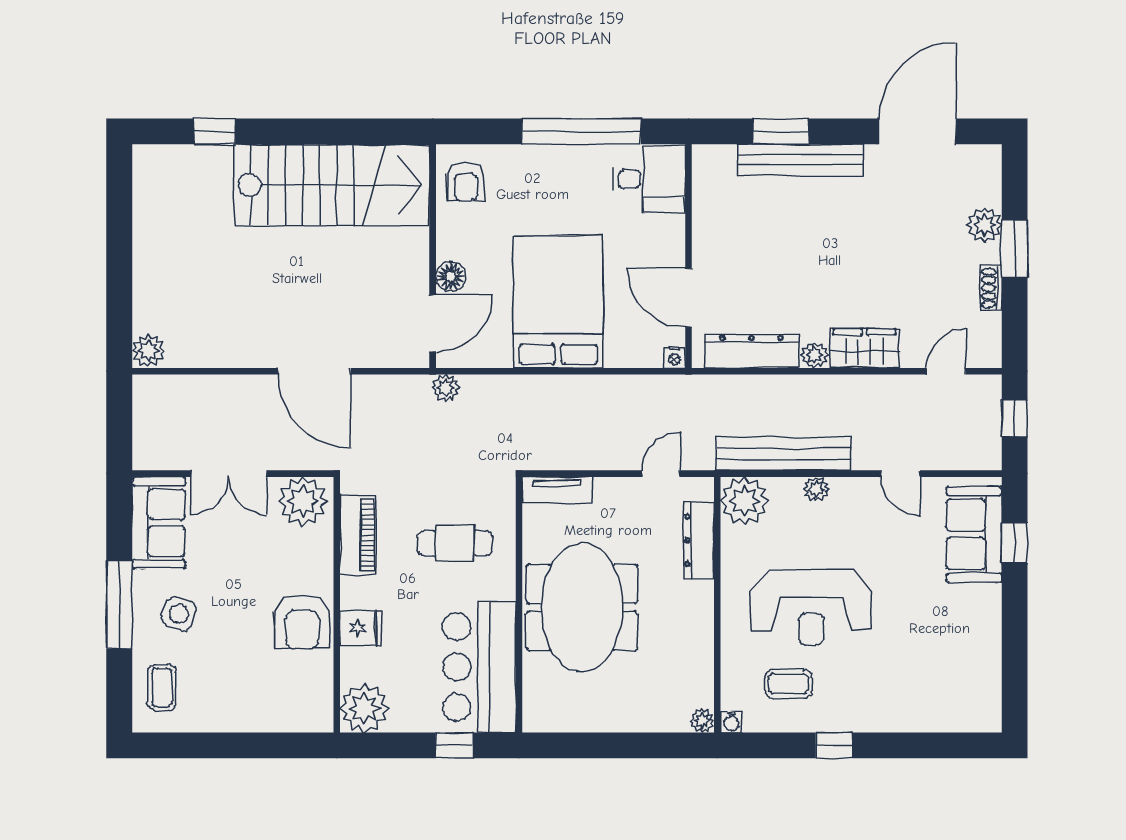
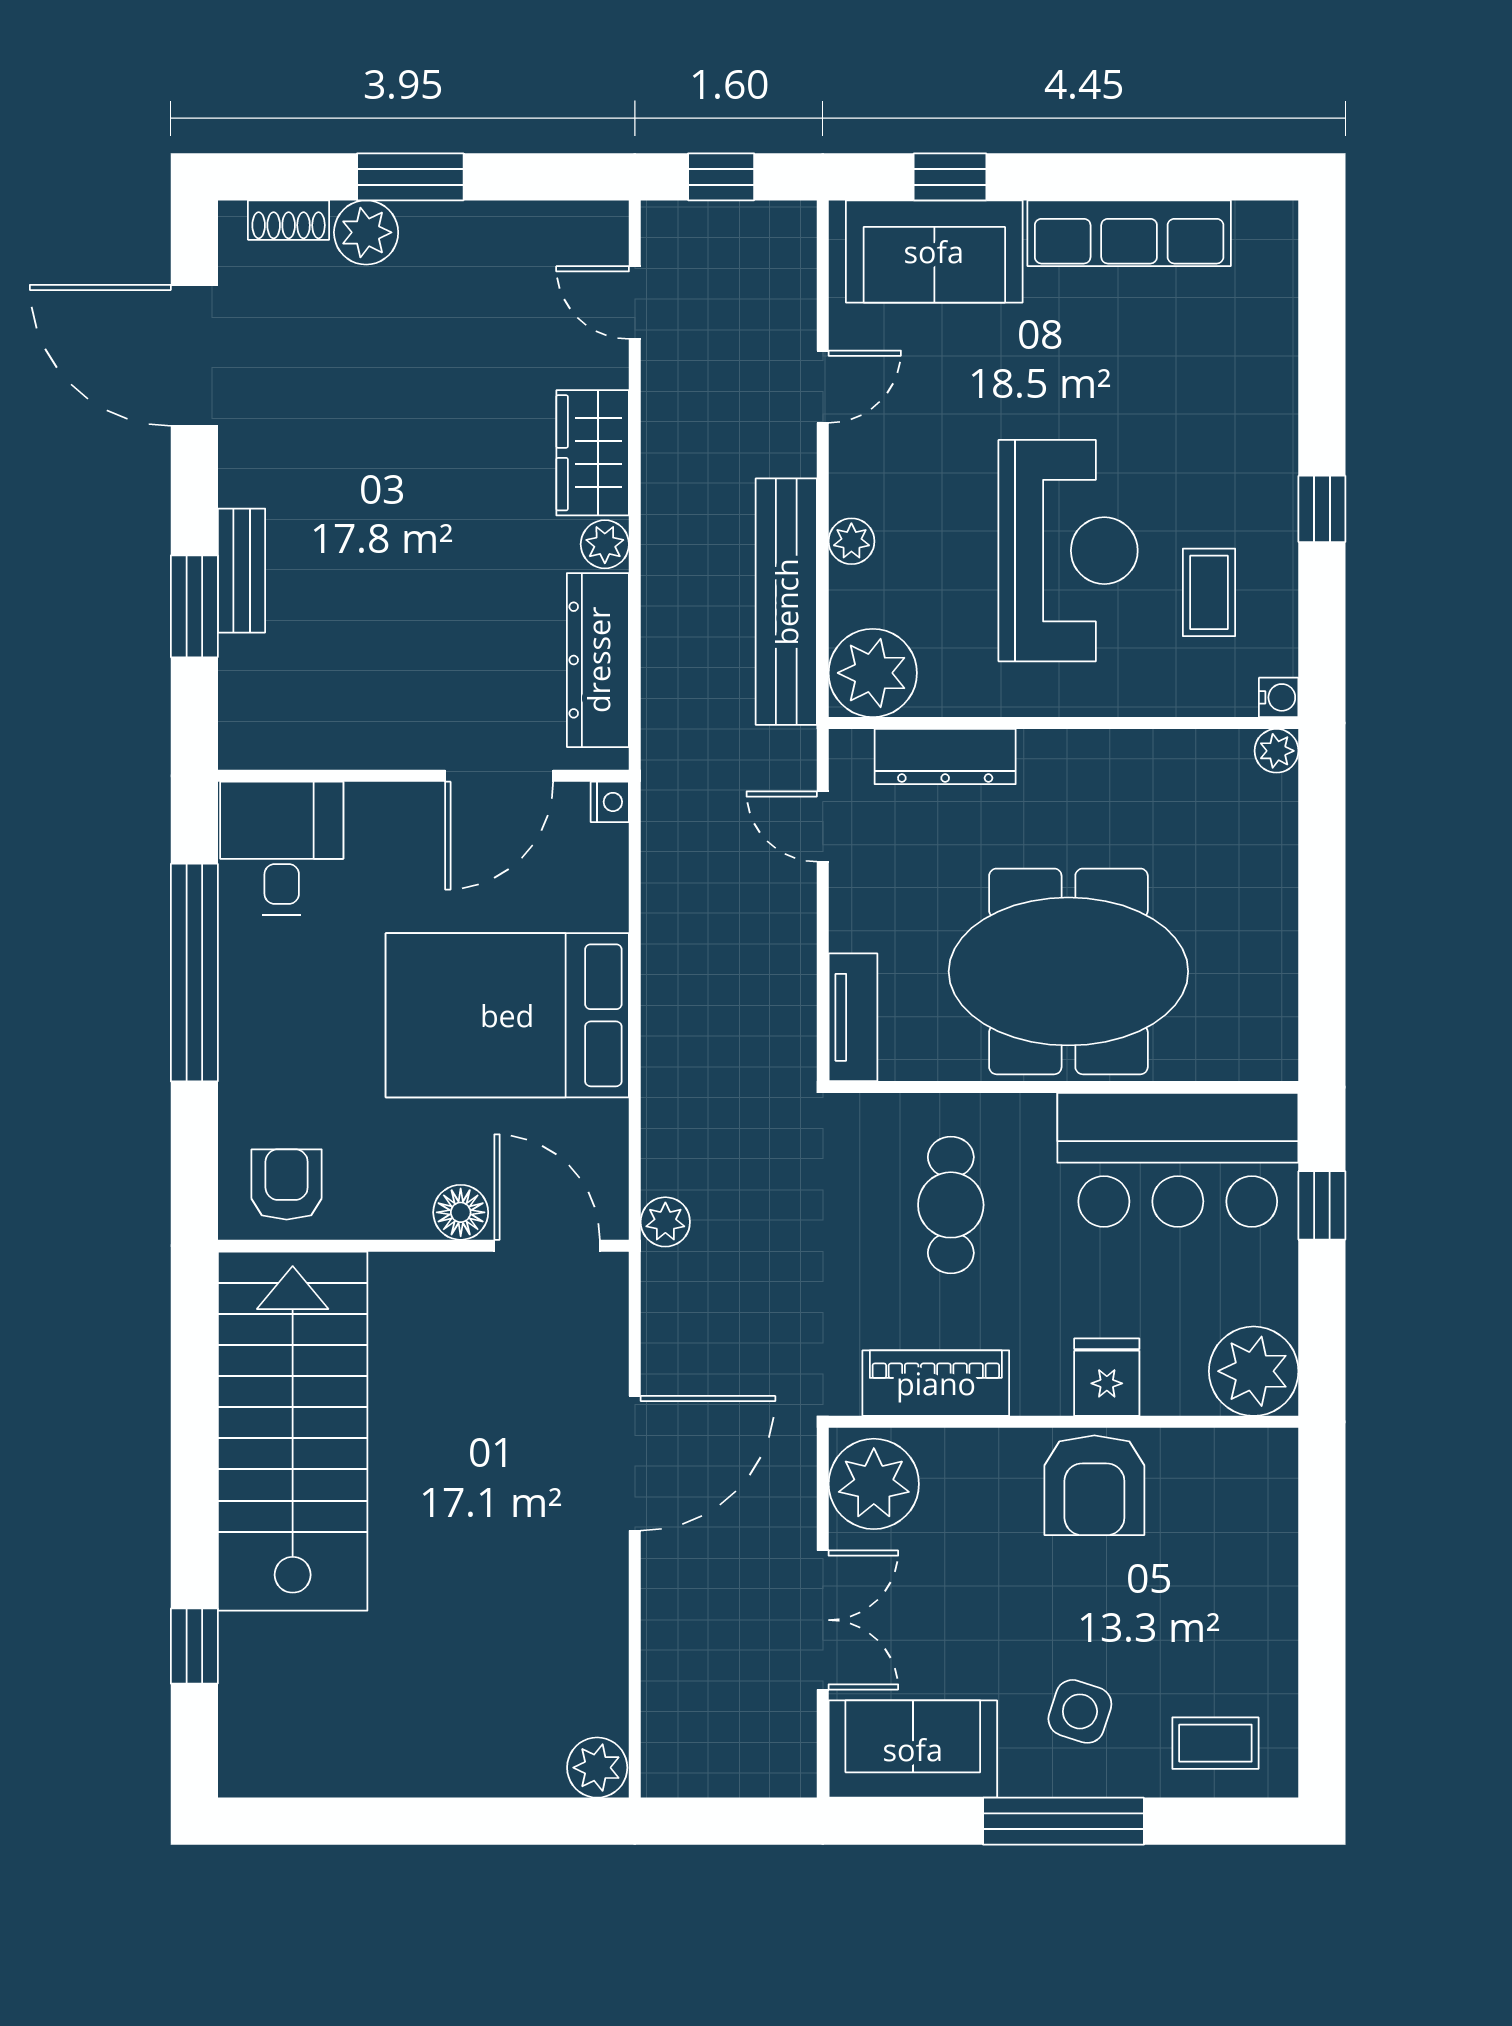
bench: (800, 160) -> (242, 571), width x0.54, depth x0.82
armchair: (466, 182) -> (287, 1184), turned -90
shoe rack: (991, 288) -> (289, 220), moved
armchair: (302, 622) -> (1094, 1485), turned 90
row of seats: (984, 640) -> (1129, 233), added

